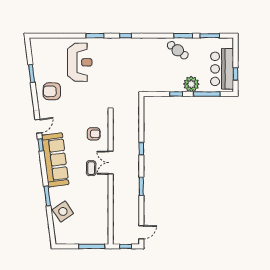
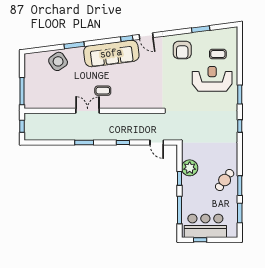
coffee table: (56, 57) -> (218, 54), added
reception desk: (80, 62) -> (212, 79), turned 180
plant: (191, 84) -> (190, 168), moved
armchair: (52, 91) -> (182, 50), turned 180
armchair: (94, 134) -> (138, 93), removed
double door: (111, 163) -> (88, 111), moved
door: (141, 232) -> (157, 142), moved

